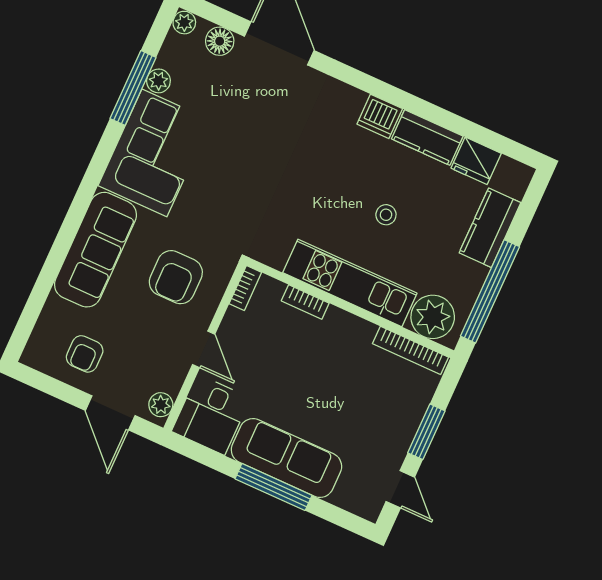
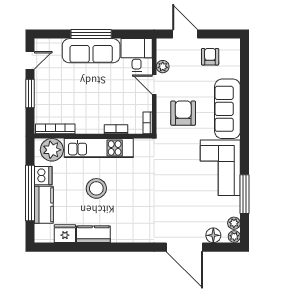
plant: (158, 81) -> (234, 223), moved
dishwasher: (380, 116) -> (43, 176), moved, turned 90
stool: (386, 215) -> (96, 188), width x1.89, depth x1.89
window: (490, 291) -> (30, 193), moved
plant: (161, 405) -> (163, 67), moved
door: (400, 489) -> (30, 60), swing flipped

